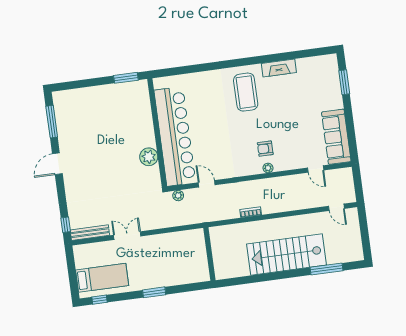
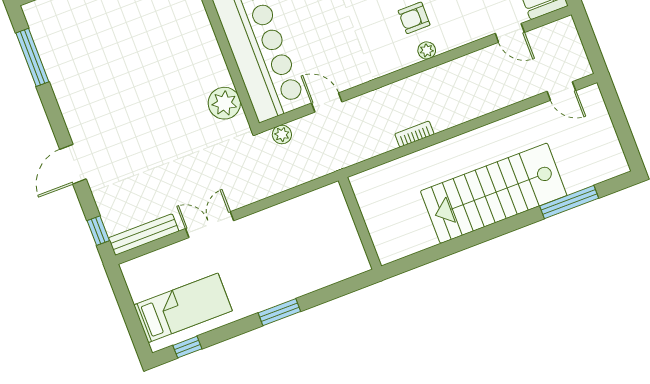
plant: (149, 157) -> (224, 103), moved
door: (57, 164) -> (73, 164), moved

